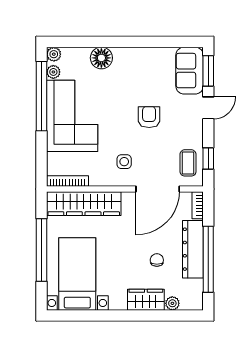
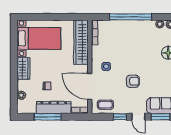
window: (41, 96) -> (131, 17), moved
corner sofa: (72, 116) -> (134, 35), removed
window: (208, 159) -> (120, 117), moved
window: (41, 250) -> (53, 17), removed
window: (208, 259) -> (48, 117), width x0.68
wardrobe: (146, 300) -> (23, 68), moved

